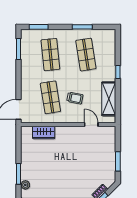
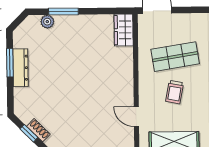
door: (91, 125) -> (136, 117), swing flipped
wardrobe: (44, 133) -> (124, 30), moved

